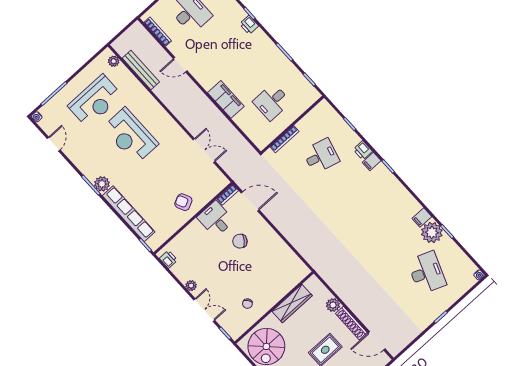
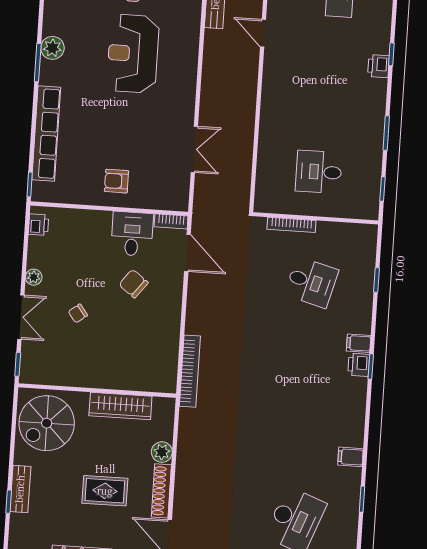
filing cabinet: (226, 99) -> (273, 119), removed
printer: (363, 150) -> (359, 365), moved
plant: (102, 184) -> (52, 48), moved
armchair: (183, 202) -> (117, 181), turned -65
plant: (432, 232) -> (345, 483), removed
bookcase: (307, 255) -> (190, 371), added
chair: (247, 304) -> (78, 313), moved

